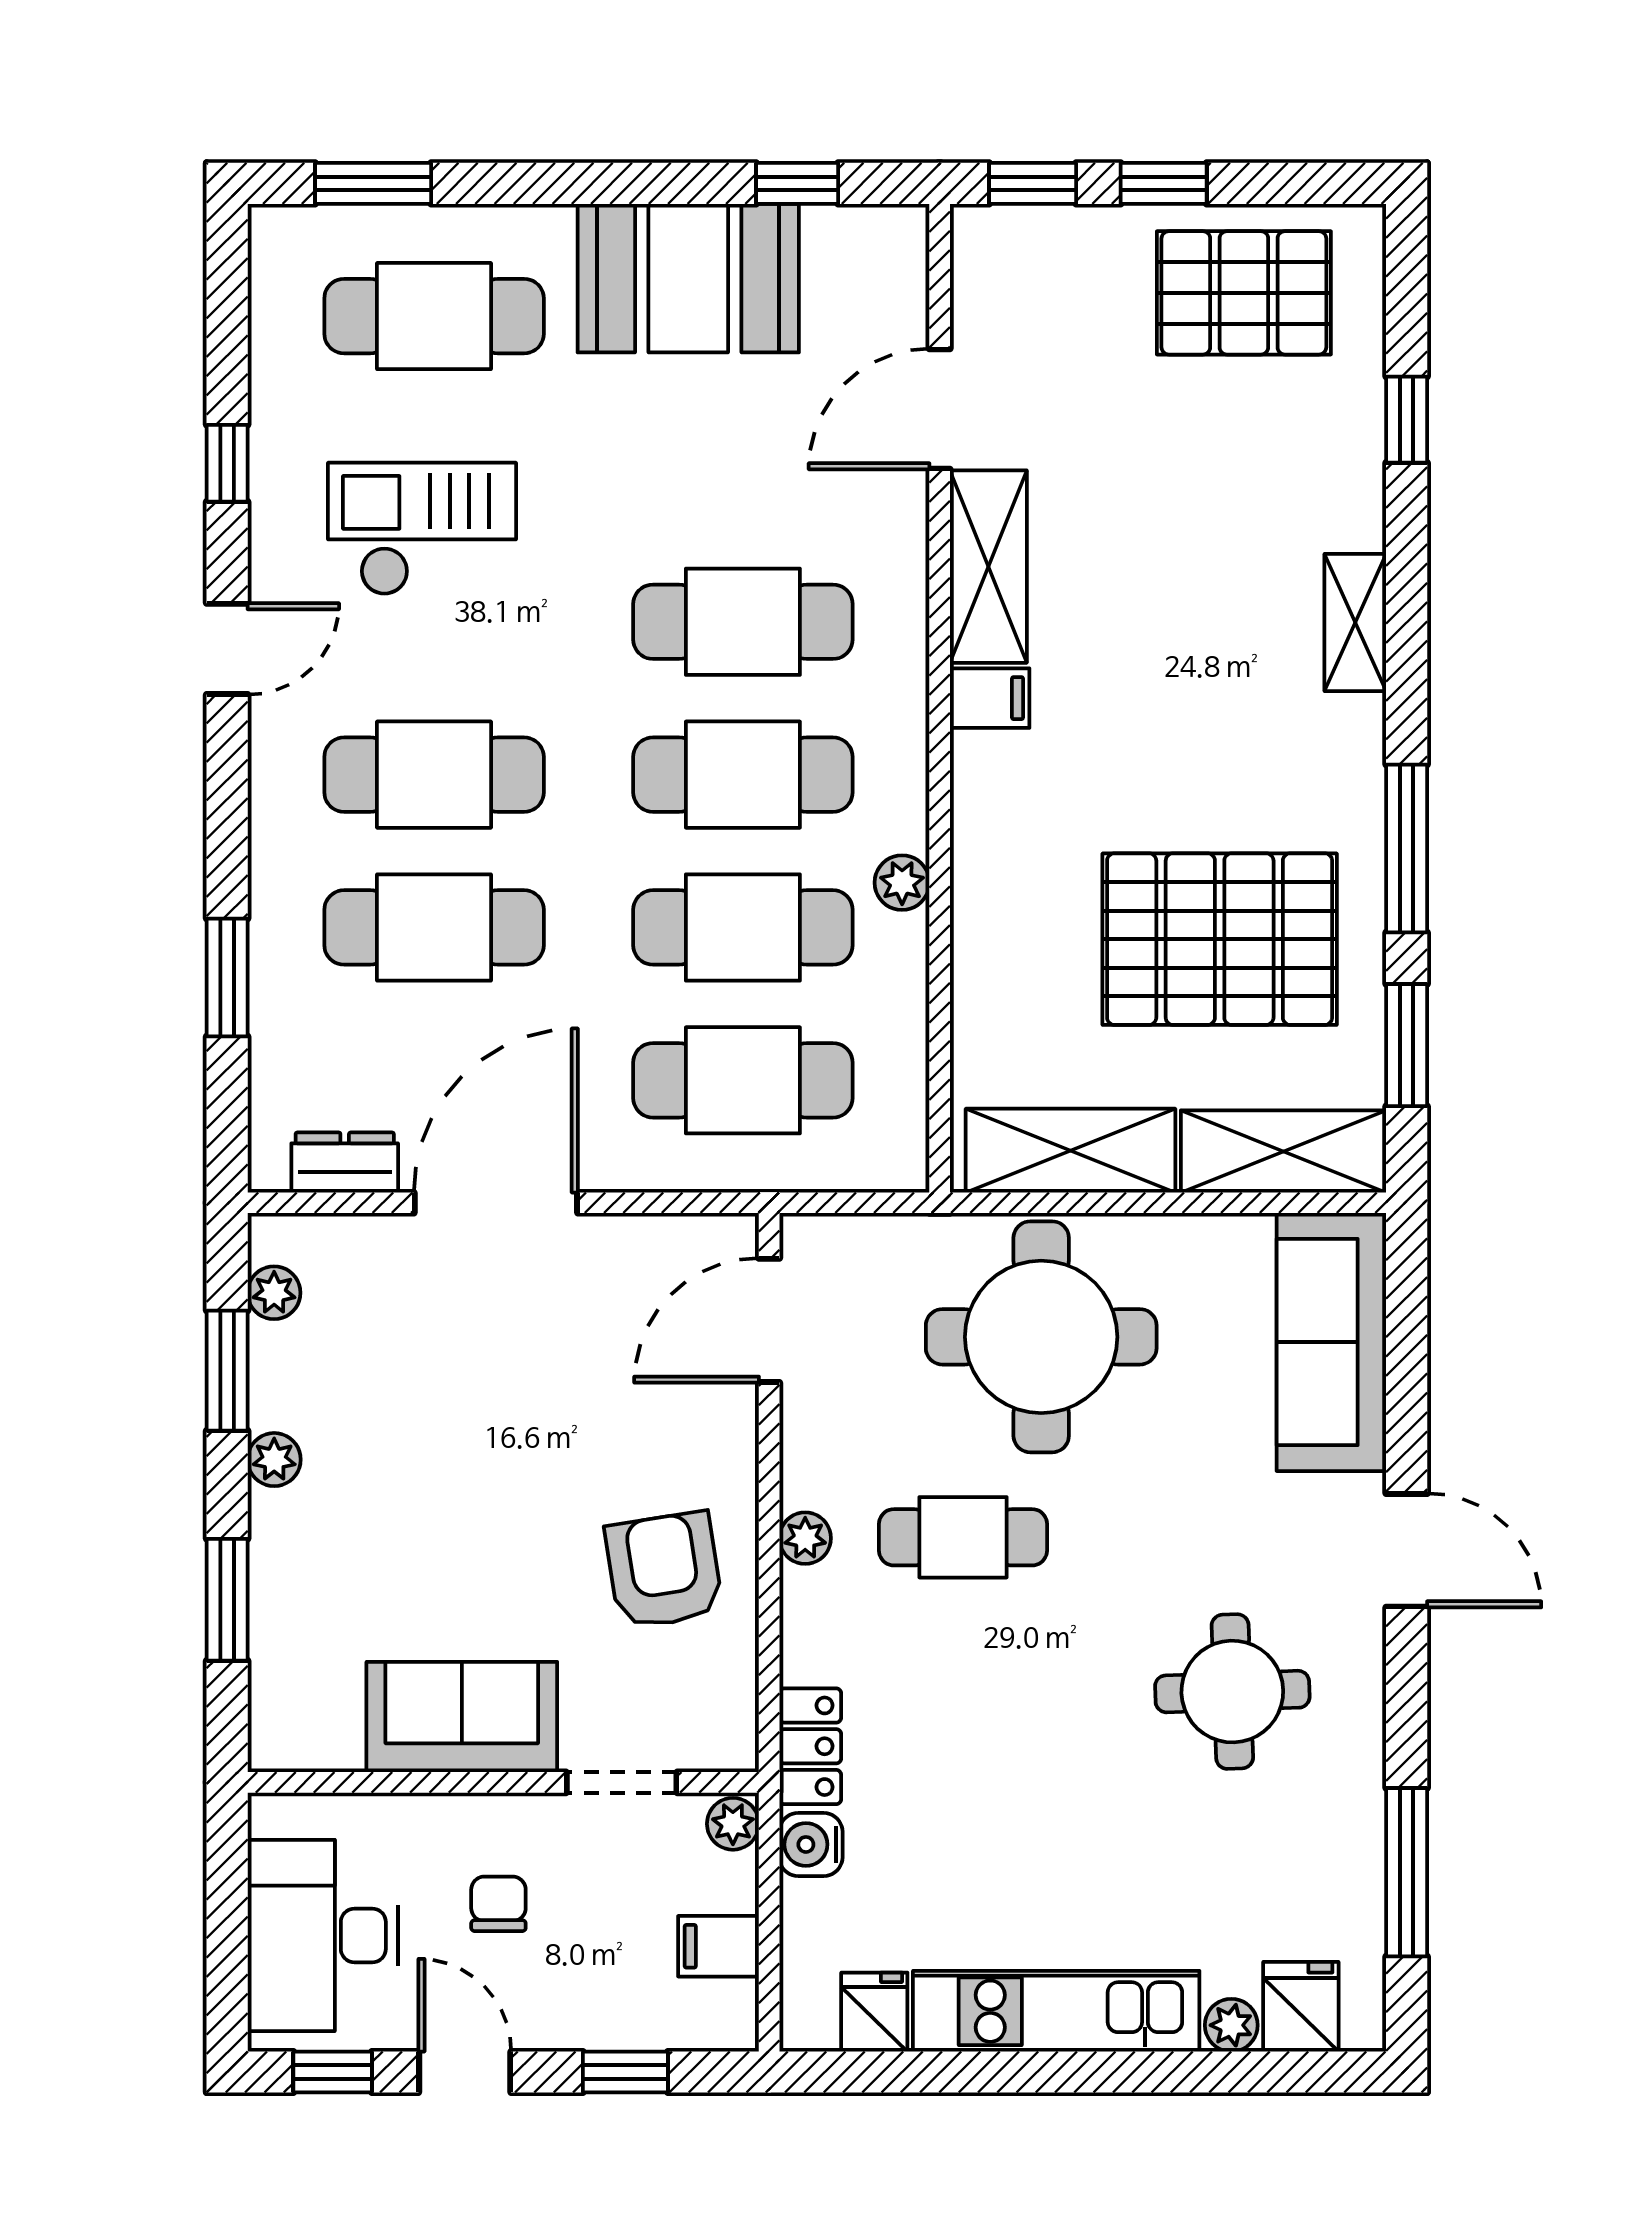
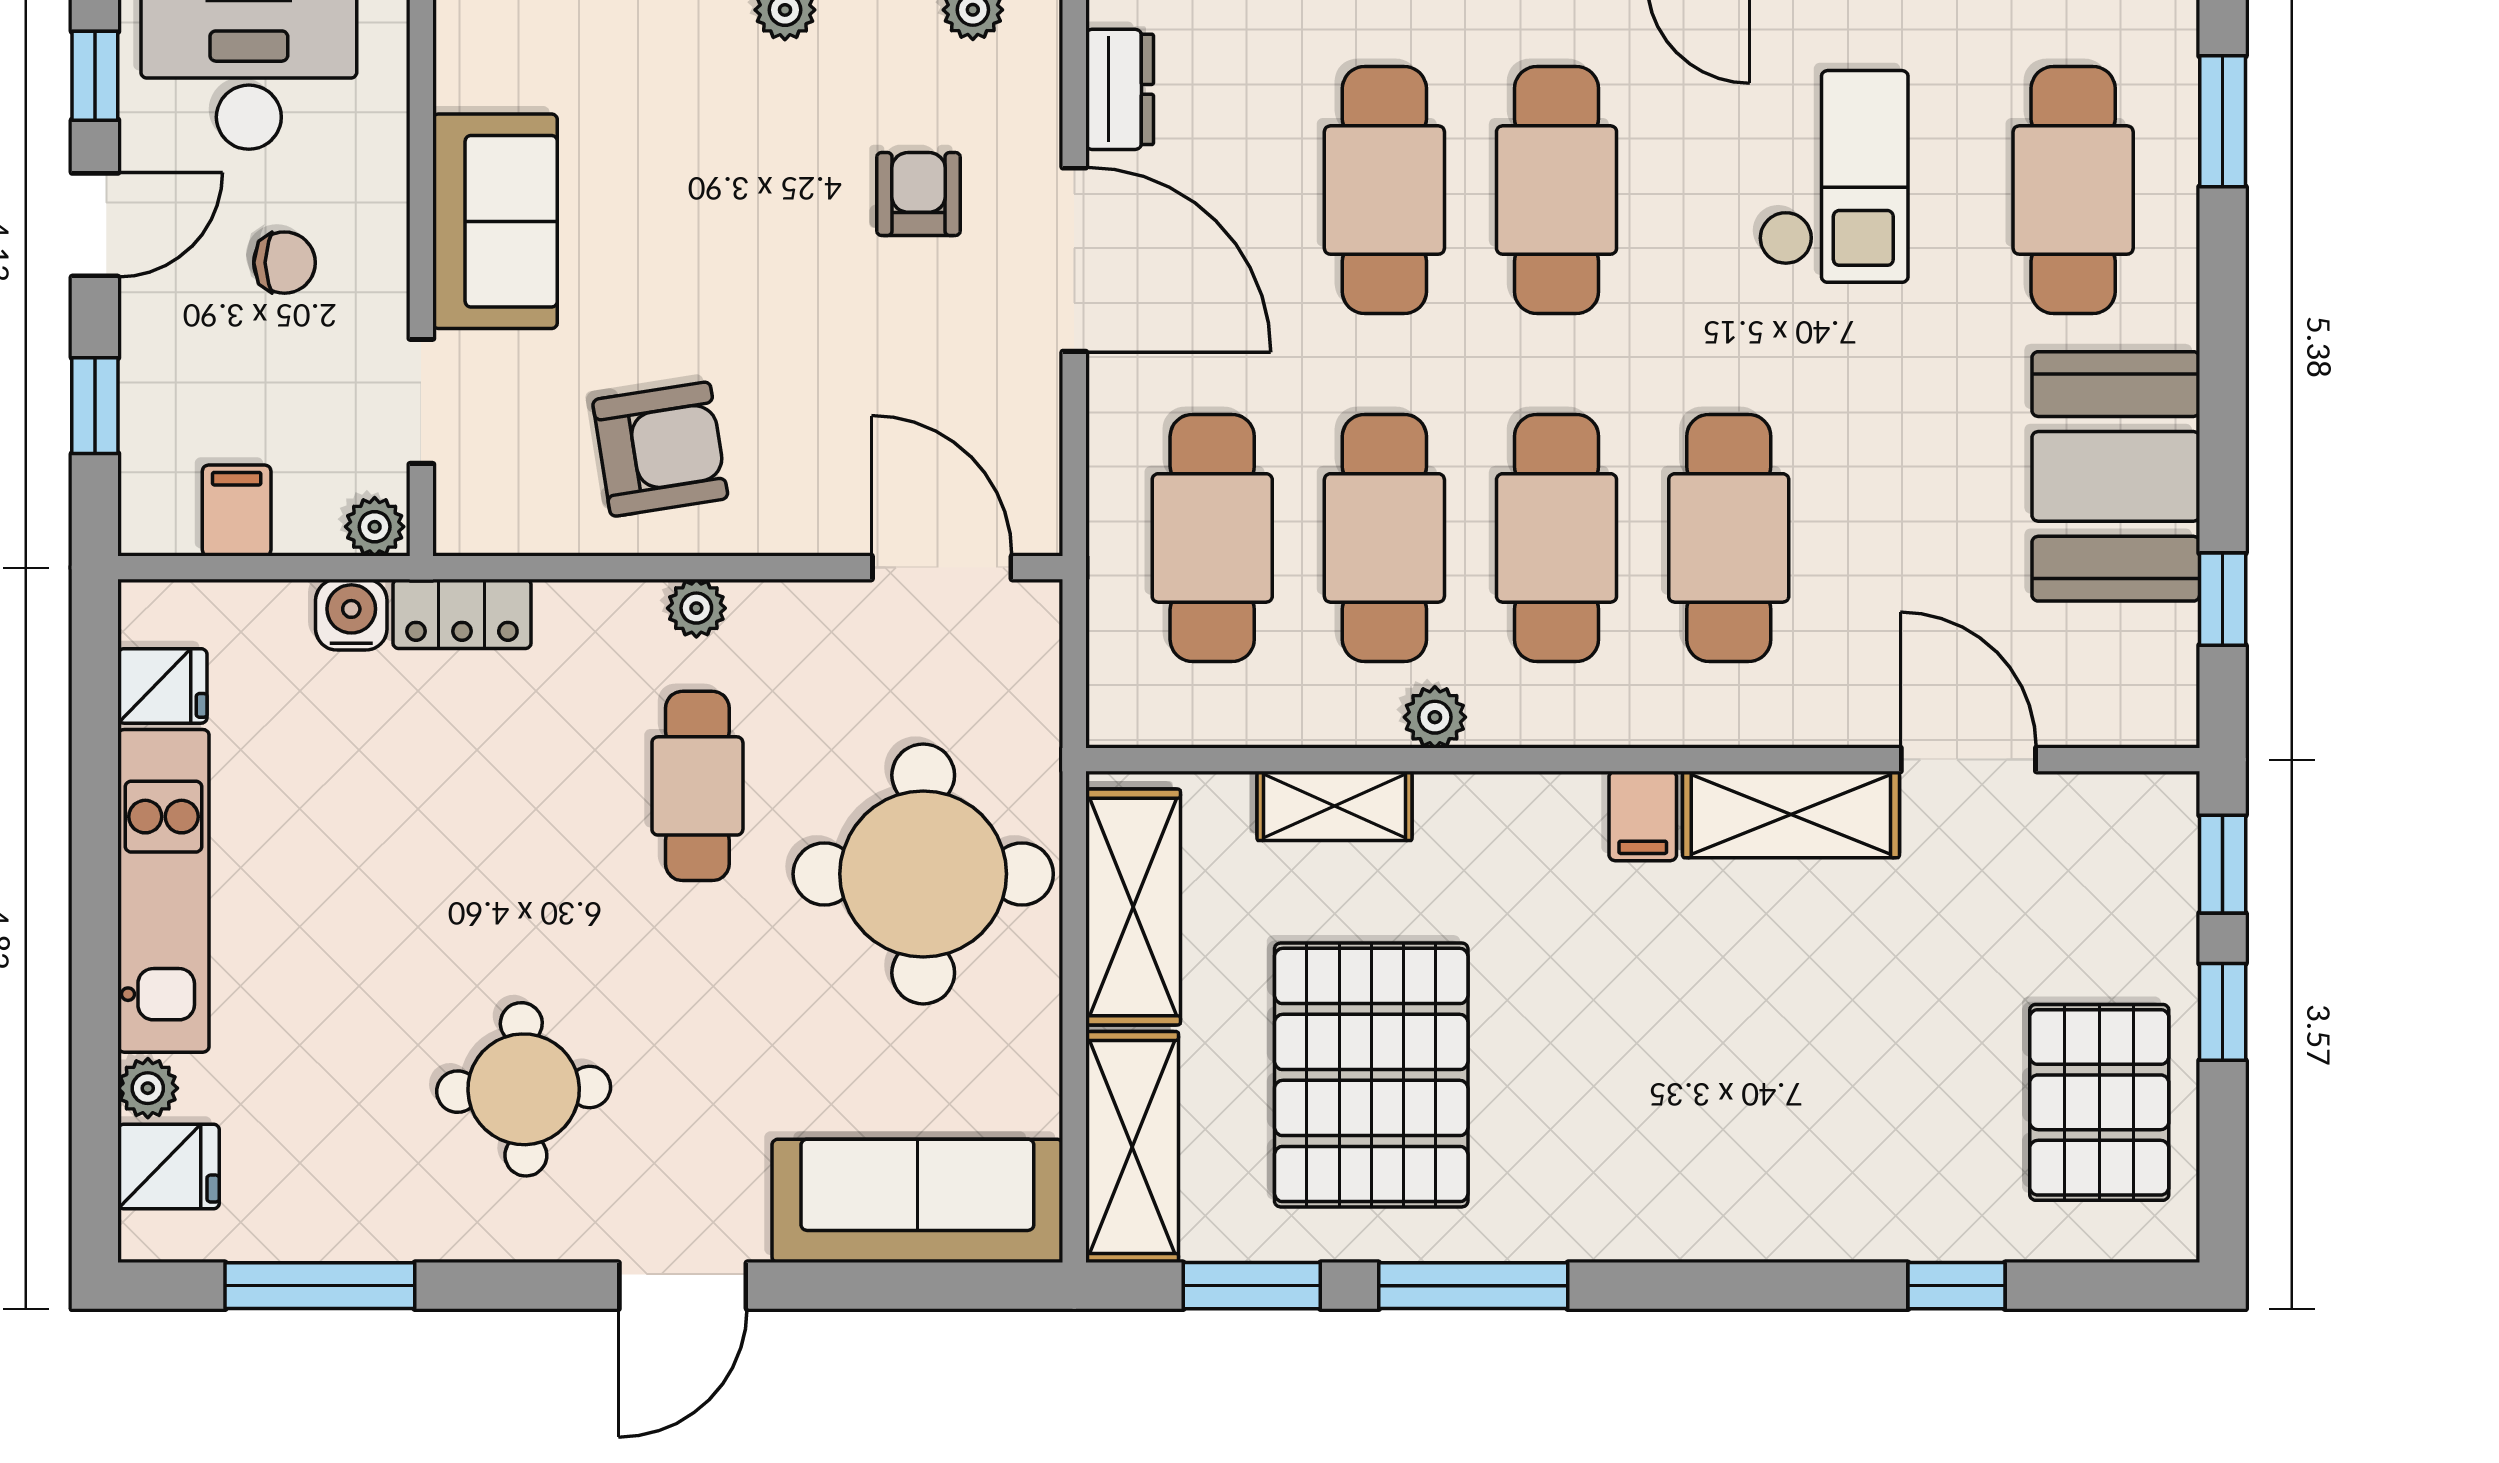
shelving: (1355, 622) -> (1335, 806), moved
armchair: (438, 1341) -> (918, 194), added

